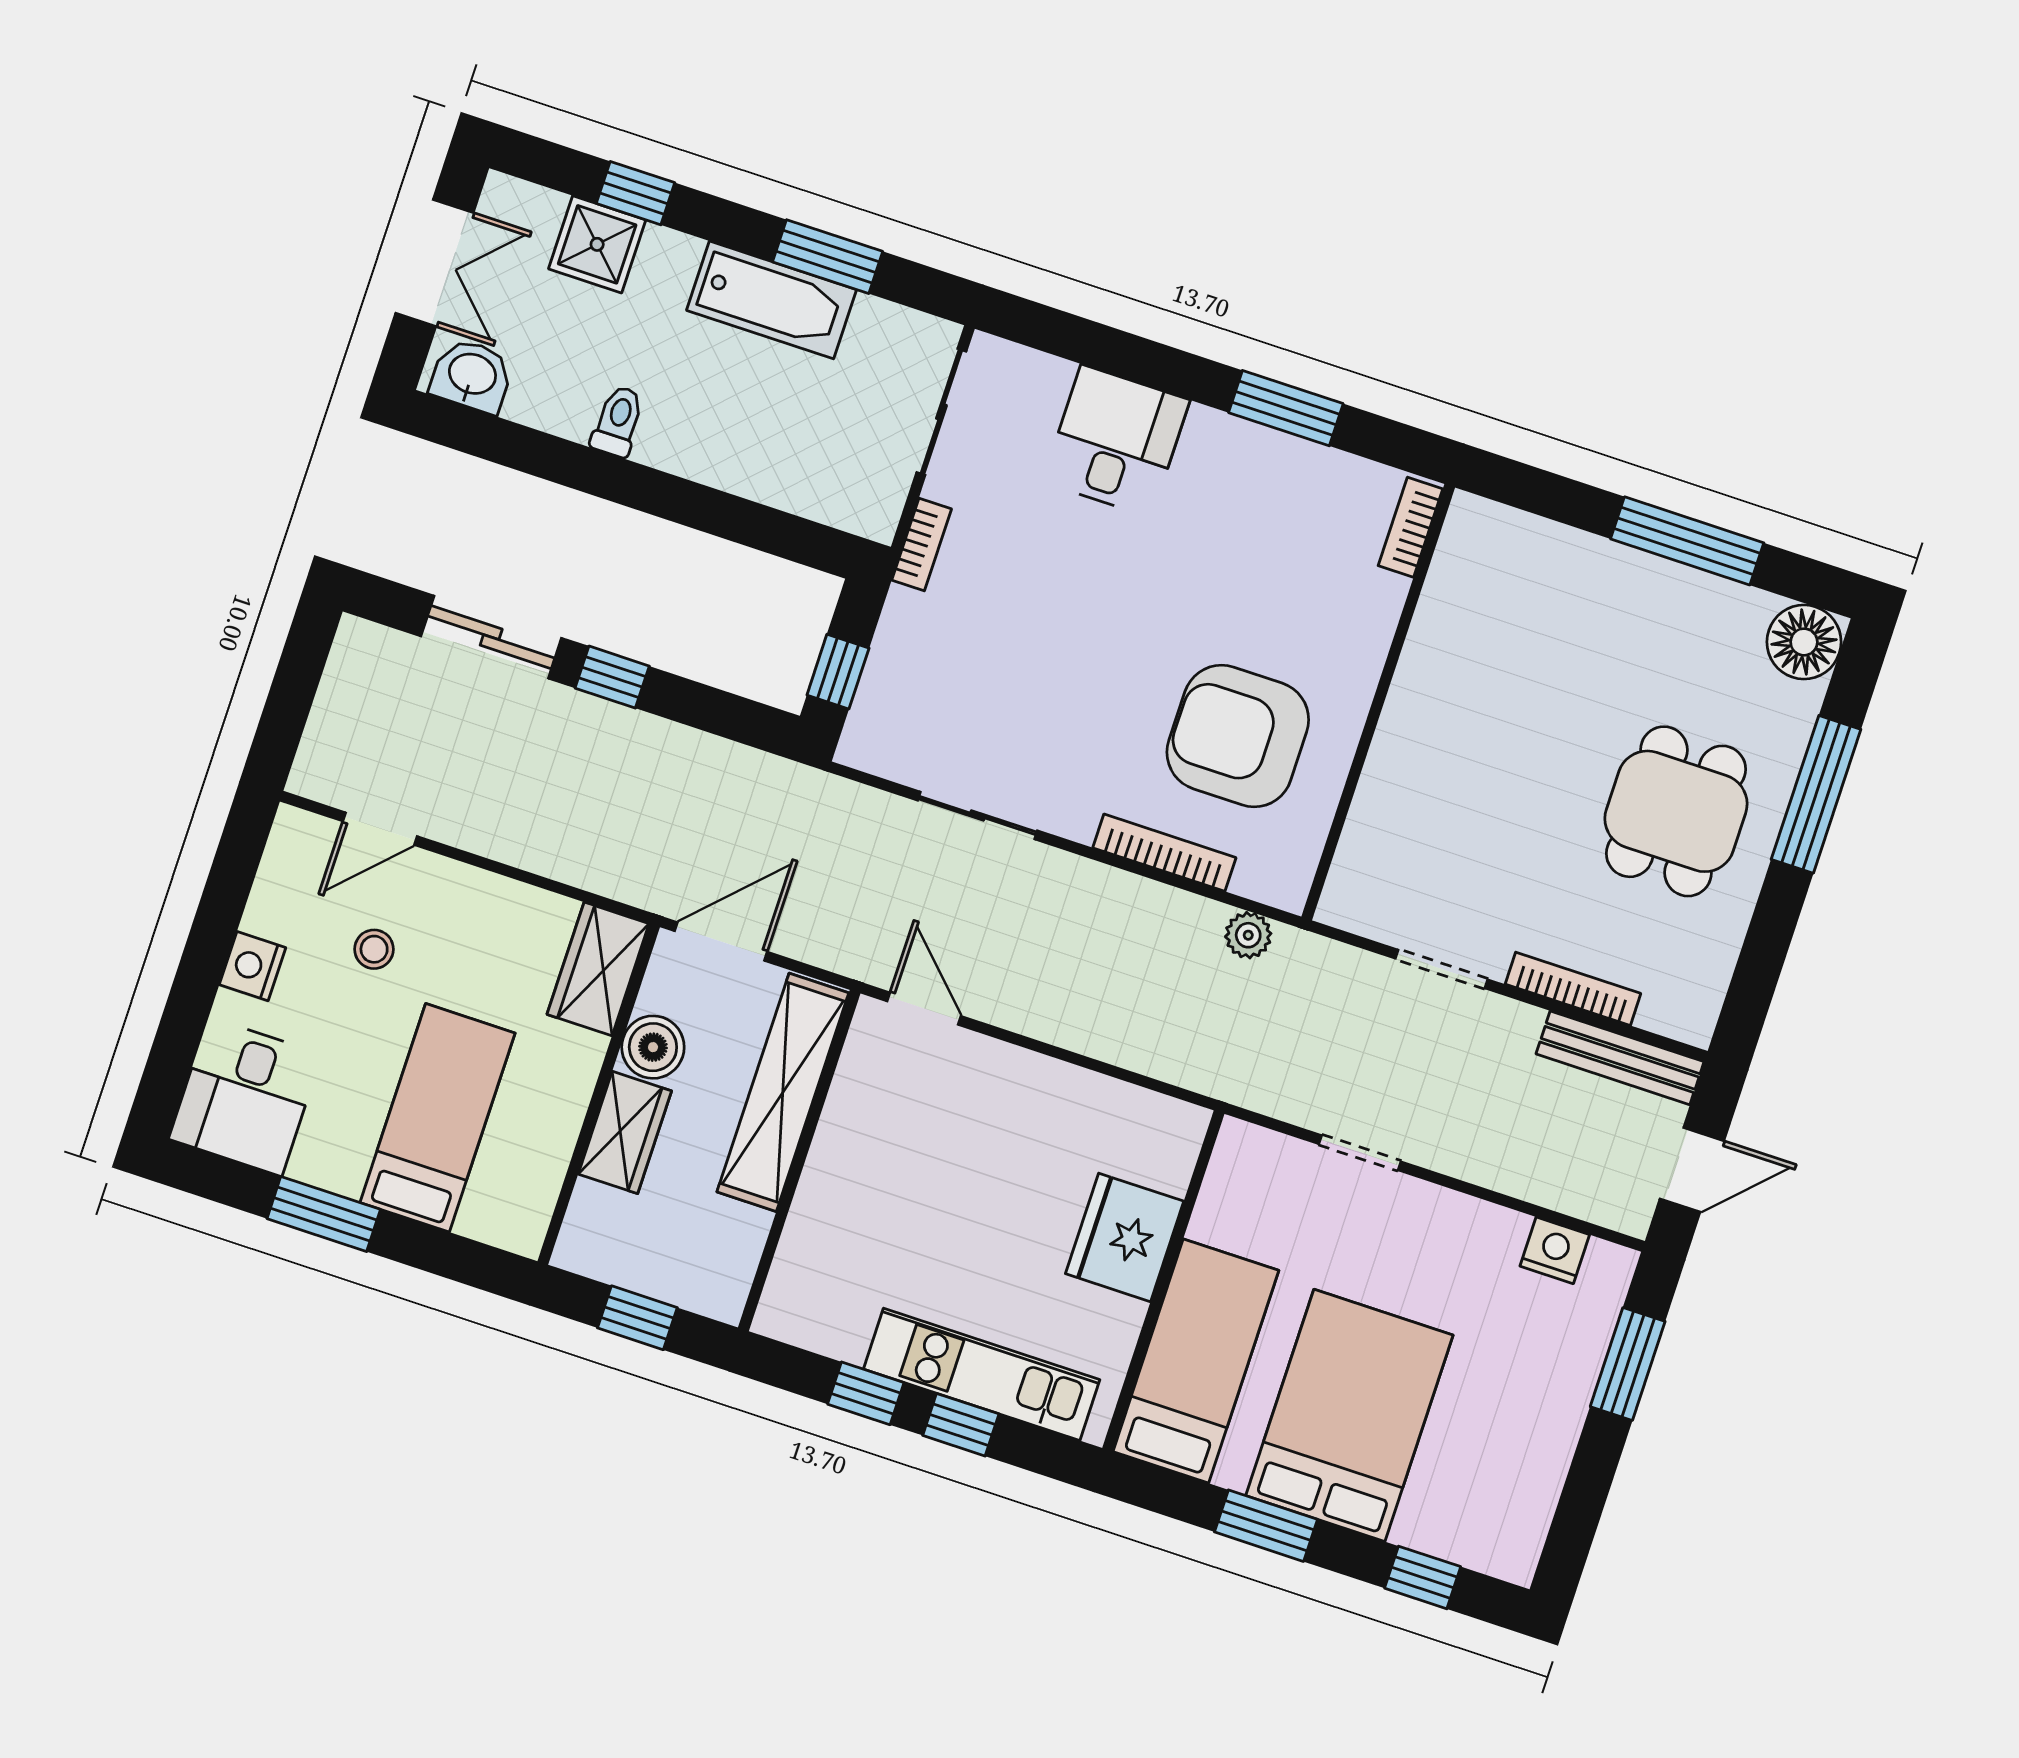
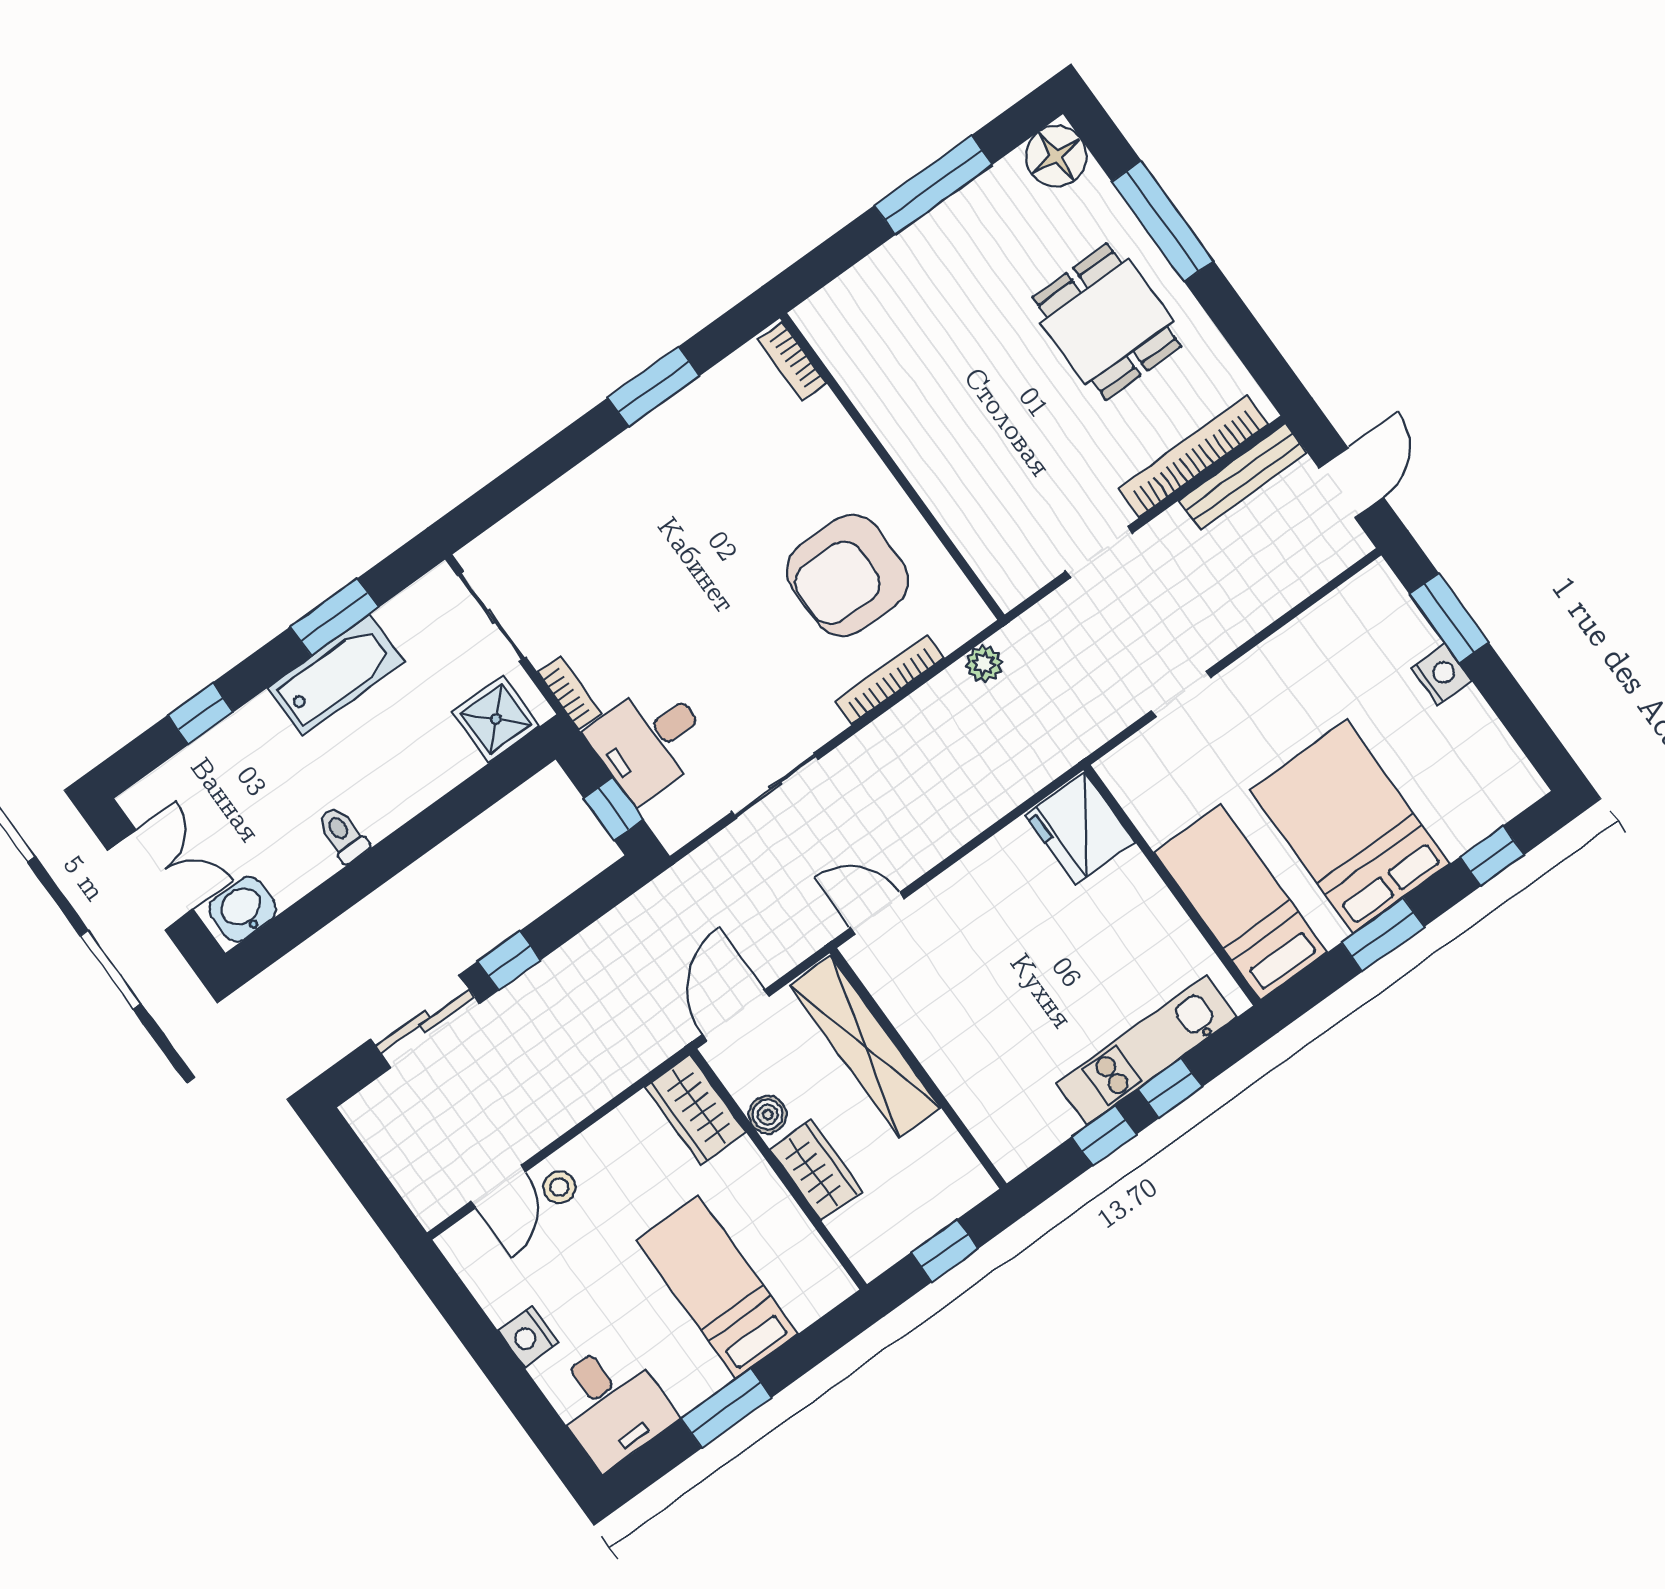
shower: (597, 244) -> (496, 719), moved
desk: (1116, 441) -> (649, 741), moved, turned -90
stool: (374, 949) -> (559, 1187), moved
bookcase: (1573, 989) -> (1193, 456), width x1.48, depth x1.31
boiler: (653, 1047) -> (768, 1115), width x0.73, depth x0.73
fridge: (1125, 1237) -> (1080, 828), moved
nightstand: (1555, 1250) -> (1441, 674), moved, turned 90

